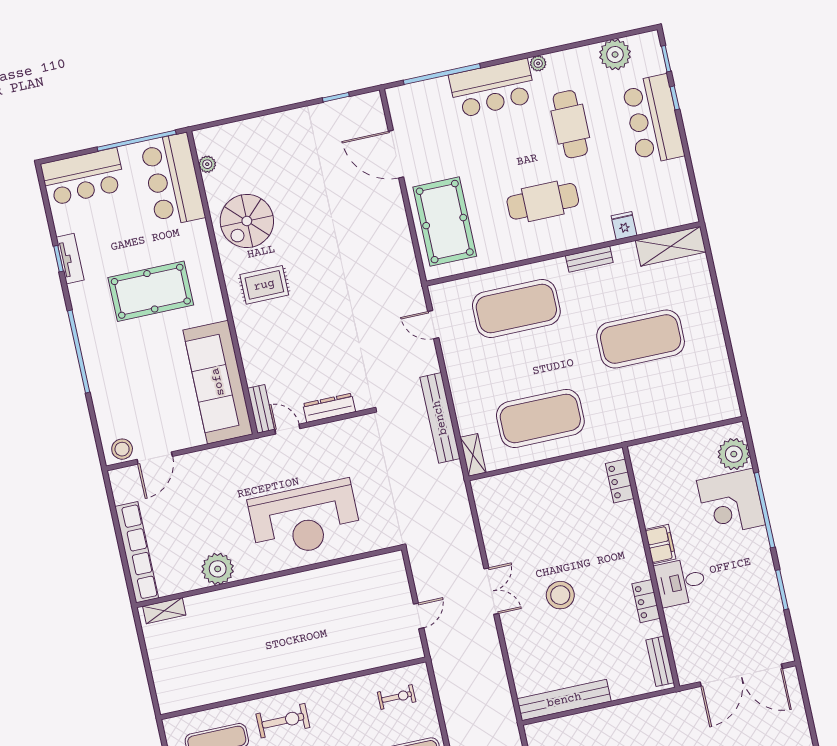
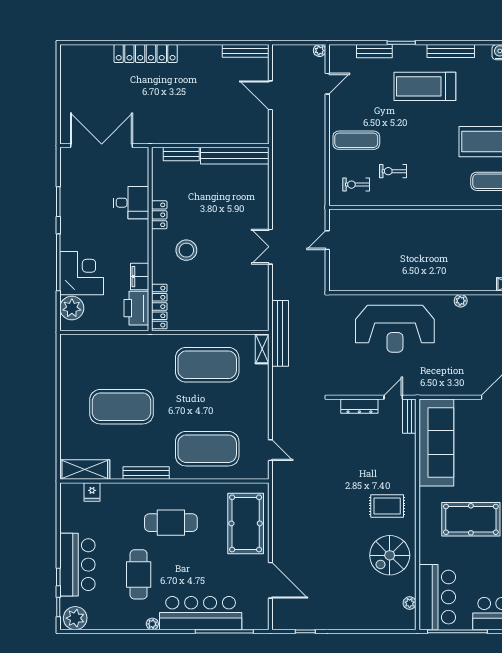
plant: (615, 55) -> (75, 618), moved
bar counter: (492, 88) -> (201, 613), width x1.36
spiral stairs: (247, 221) -> (390, 555), turned 180
fridge: (624, 226) -> (92, 492), moved
bench: (589, 259) -> (146, 473), width x1.36
bench: (440, 418) -> (280, 333), moved
door: (287, 429) -> (393, 397), swing flipped
printer: (649, 472) -> (136, 308), added
locker: (620, 481) -> (159, 307), width x1.53
reception desk: (305, 519) -> (395, 329), turned 180
filing cabinet: (660, 544) -> (140, 277), moved
plant: (218, 569) -> (461, 301), width x0.53, depth x0.53
desk: (681, 582) -> (131, 203), moved
stool: (560, 595) -> (186, 250), moved
bench: (660, 661) -> (181, 154), moved, turned 90
exercise bike: (283, 721) -> (393, 171), moved, width x0.73, depth x0.72

